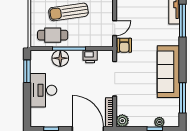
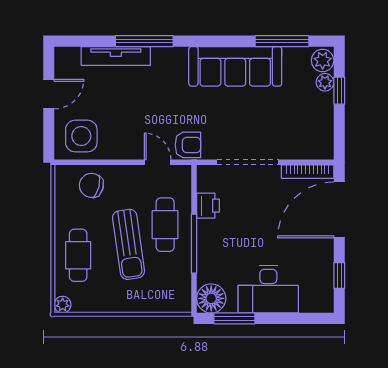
cafe table: (53, 35) -> (165, 225), moved
floor lamp: (60, 58) -> (211, 298), moved
plant: (122, 121) -> (323, 60), moved

